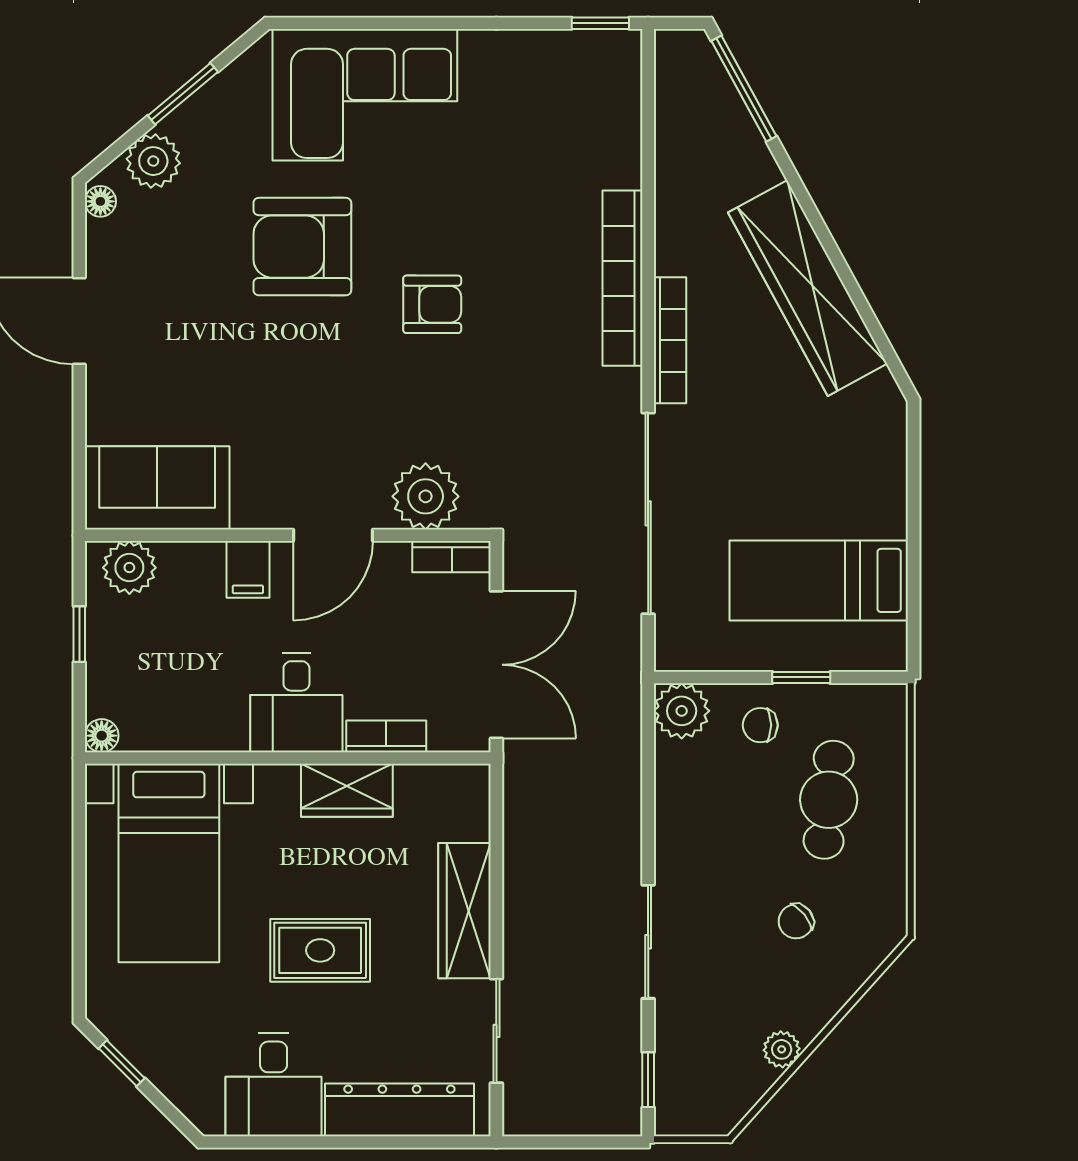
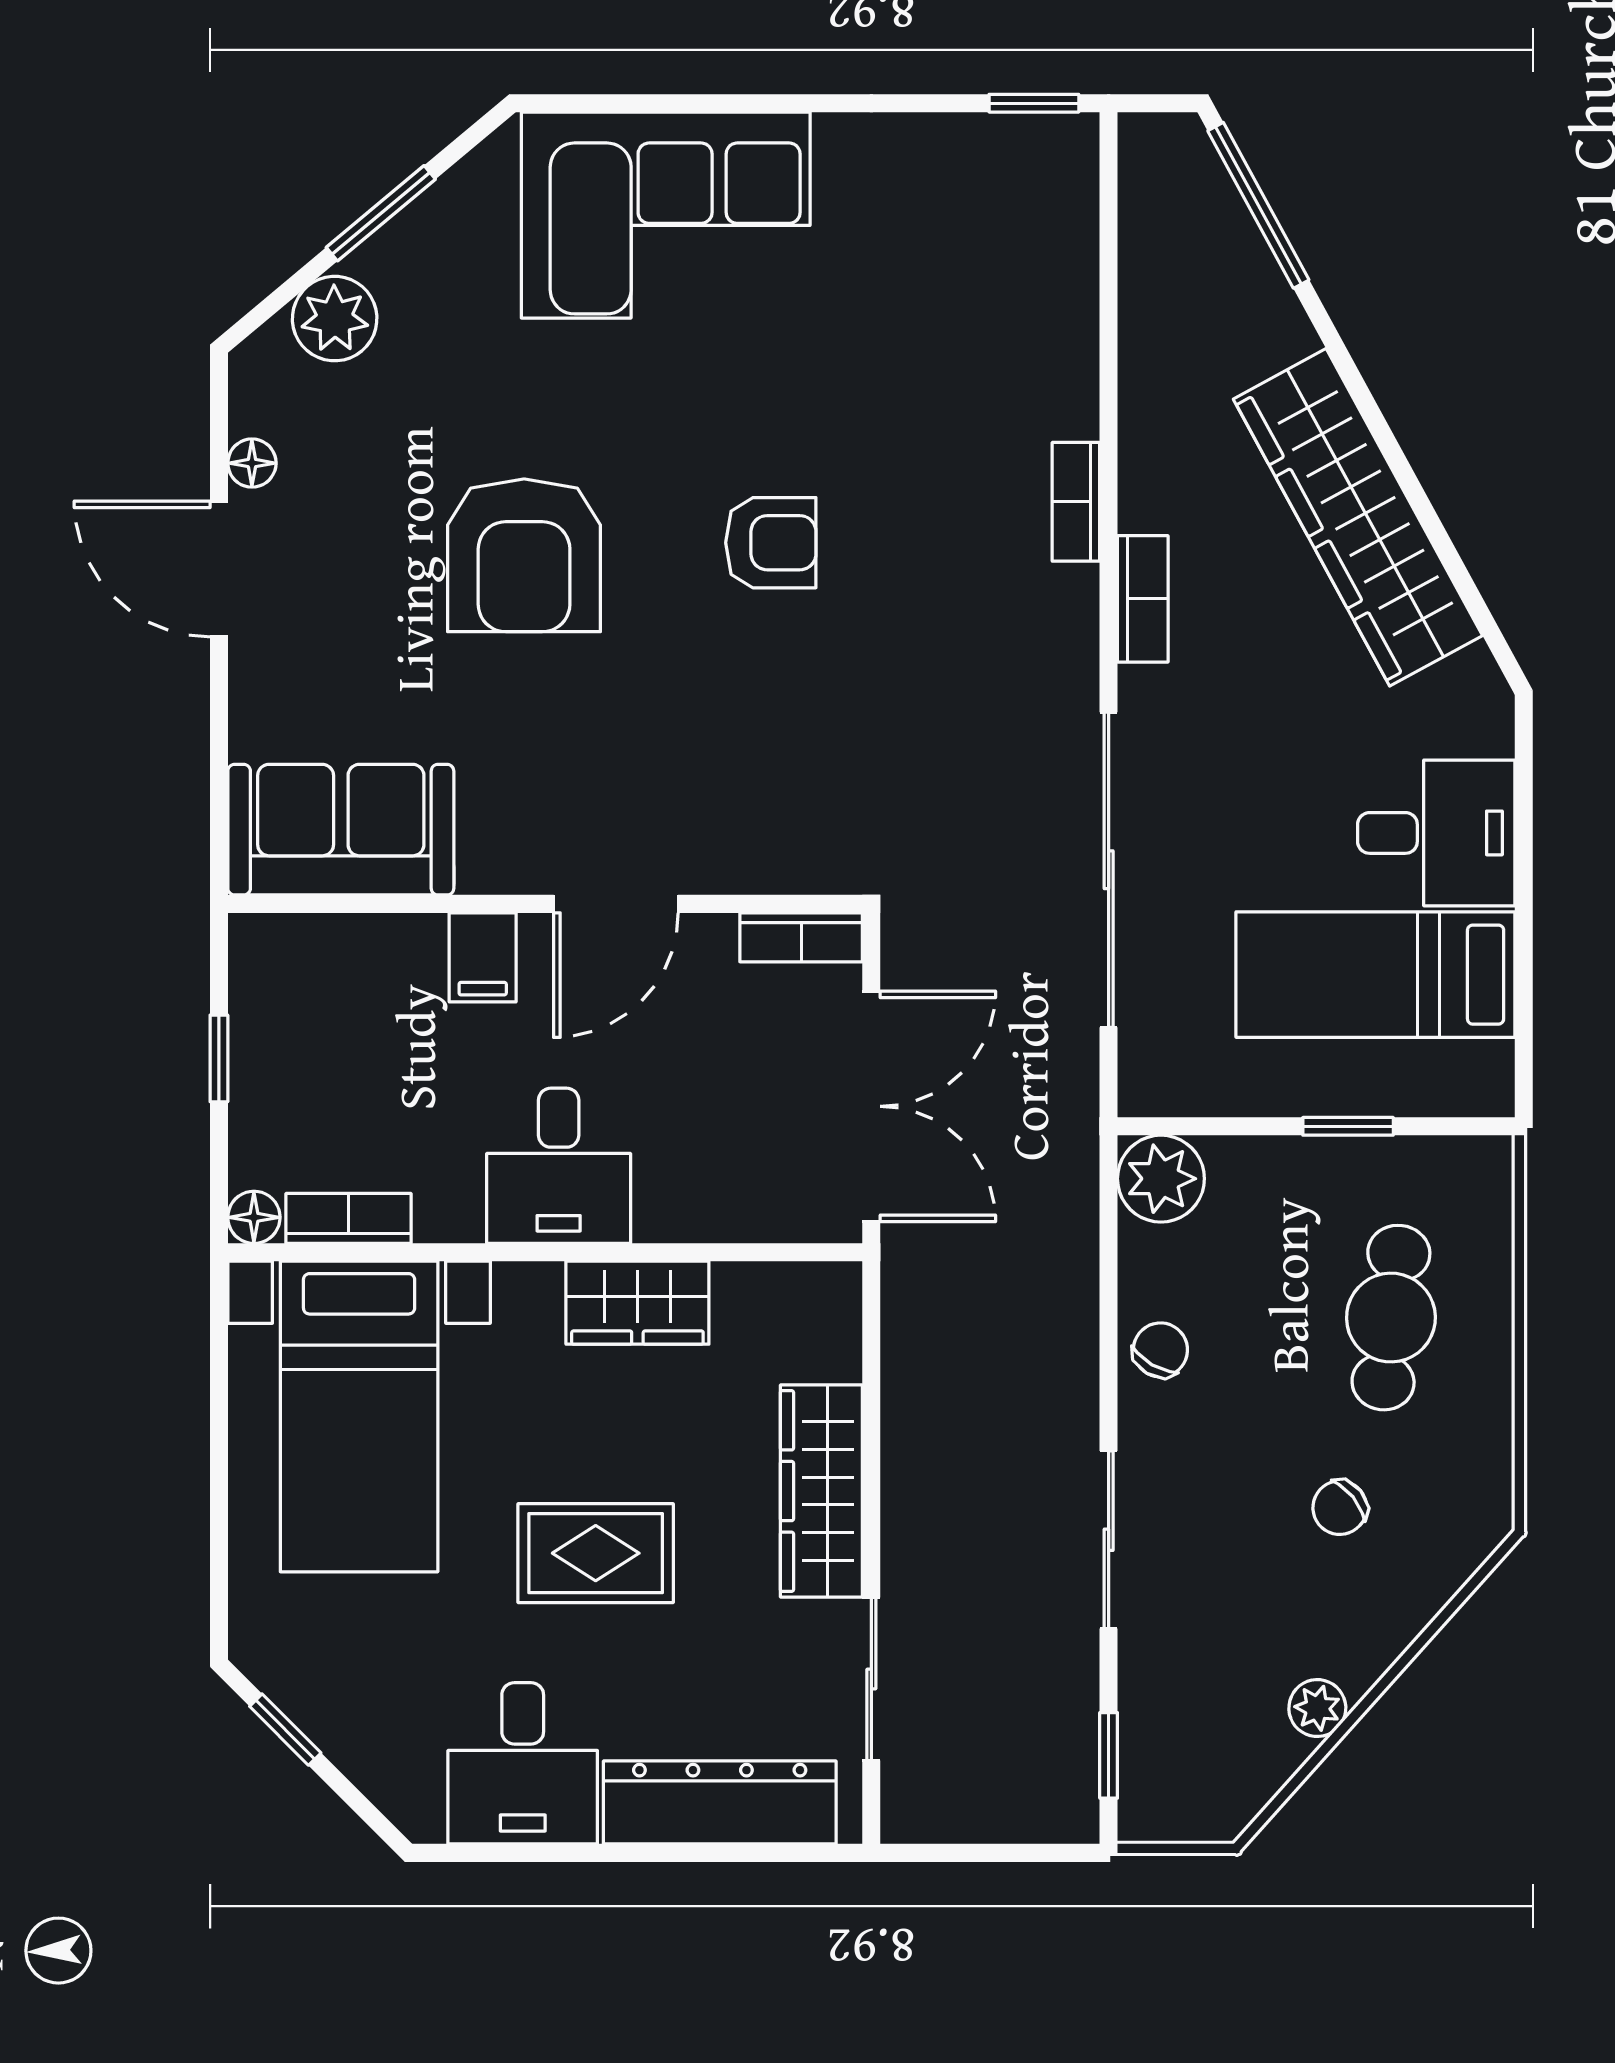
floor lamp: (100, 201) -> (252, 463), moved
armchair: (302, 247) -> (524, 555), moved, turned -90
bookcase: (623, 278) -> (1076, 502), width x0.43, depth x0.76
bookcase: (670, 340) -> (1143, 599), width x0.64
desk: (858, 490) -> (1436, 833), added
plant: (426, 496) -> (760, 843), removed
plant: (129, 568) -> (297, 954), removed
chair: (760, 725) -> (1160, 1350), moved, turned 120
bookcase: (386, 736) -> (349, 1218), moved

